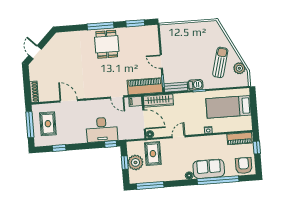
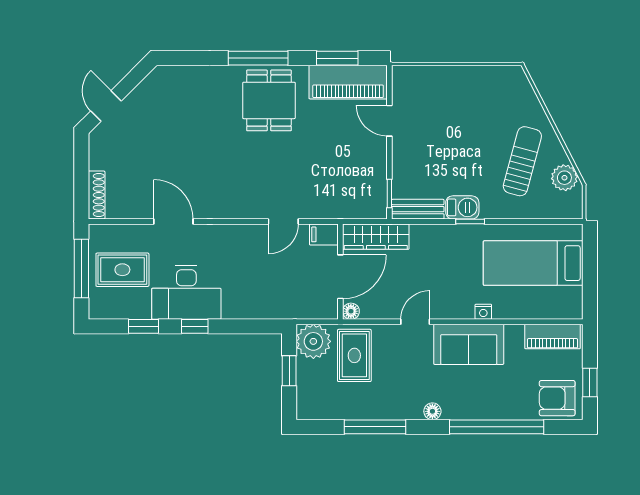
door: (161, 62) -> (389, 121), moved
piano: (145, 86) -> (348, 82), moved, turned 180
door: (117, 97) -> (283, 221), hinge flipped
door: (144, 119) -> (340, 277), hinge flipped
rug: (48, 124) -> (122, 270), turned 90
desk: (102, 130) -> (186, 292), moved
window: (111, 144) -> (195, 326), moved
window: (257, 147) -> (590, 382), moved
plant: (135, 162) -> (313, 341), moved
armchair: (244, 166) -> (557, 398), turned -90
sofa: (209, 169) -> (469, 344), moved, turned 180
window: (150, 185) -> (375, 427), moved

